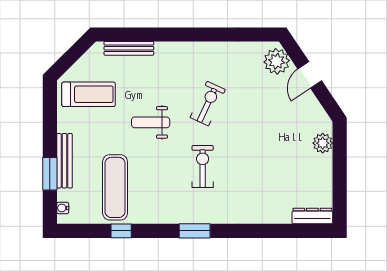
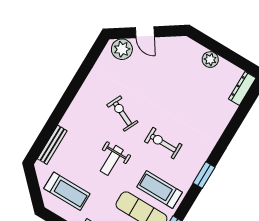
treadmill: (89, 94) -> (67, 191), turned 90
plant: (323, 143) -> (210, 60), moved
treadmill: (150, 193) -> (160, 190), added

